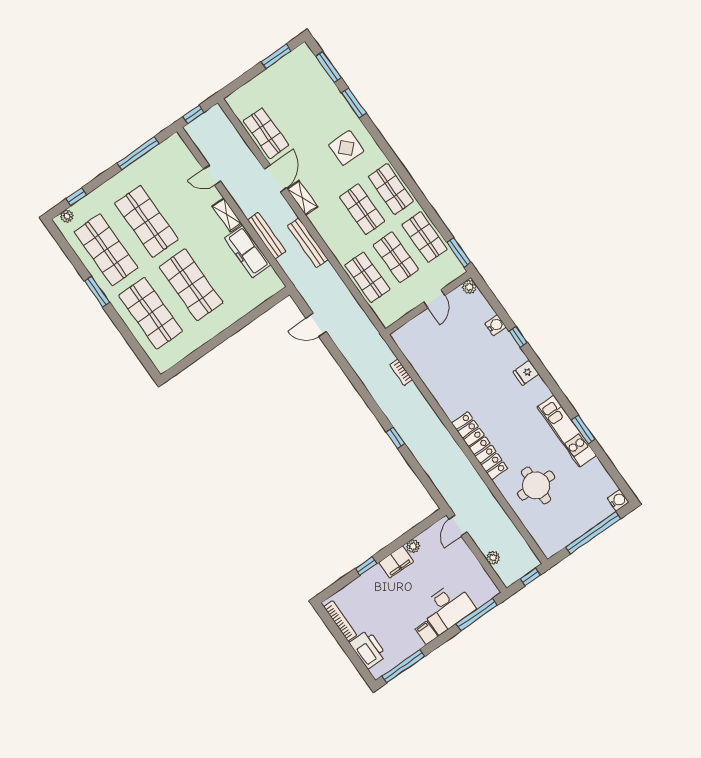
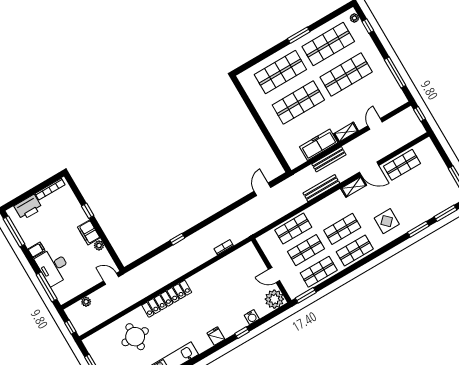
plant: (469, 287) -> (274, 299), width x1.88, depth x1.88

